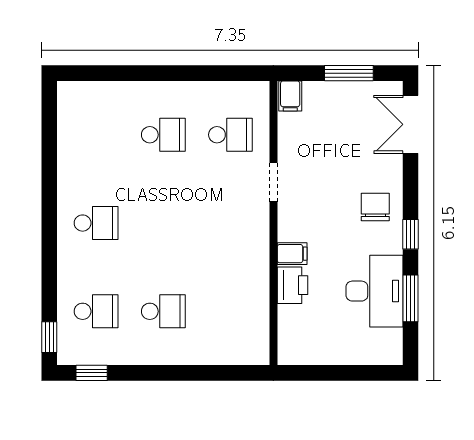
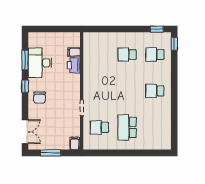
school desk: (163, 135) -> (127, 127), width x1.85
filing cabinet: (292, 254) -> (74, 52), moved

